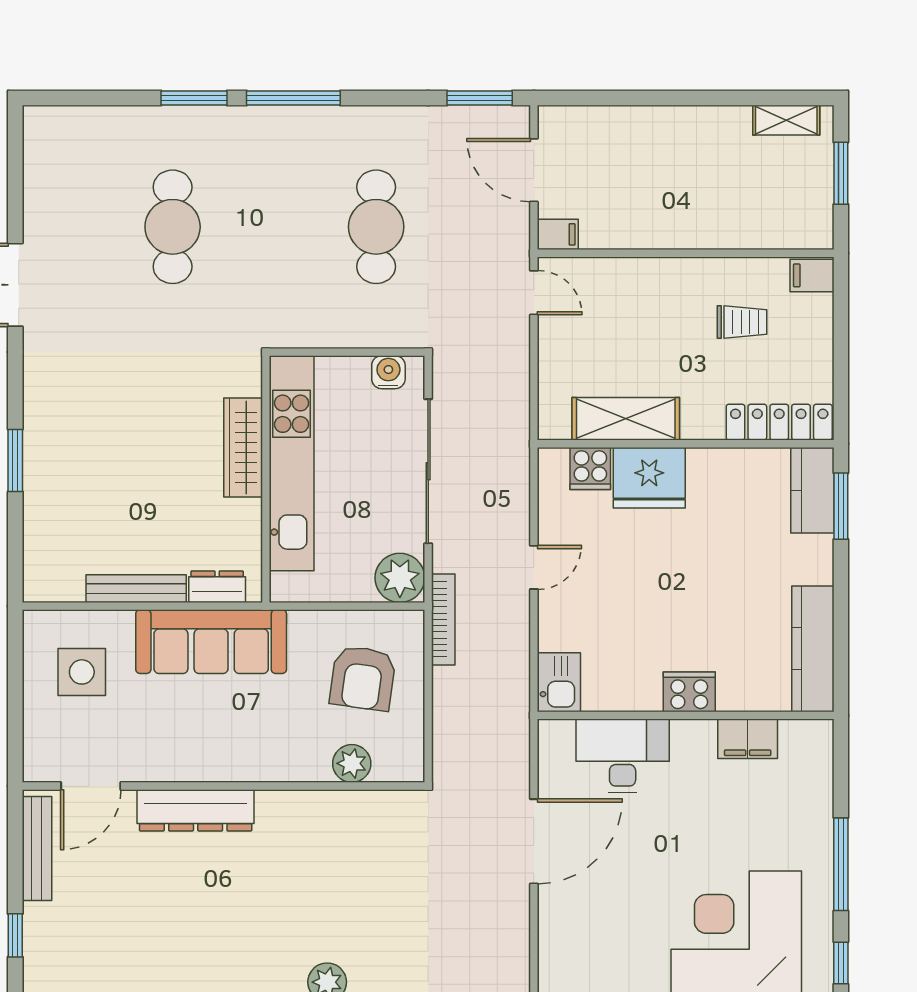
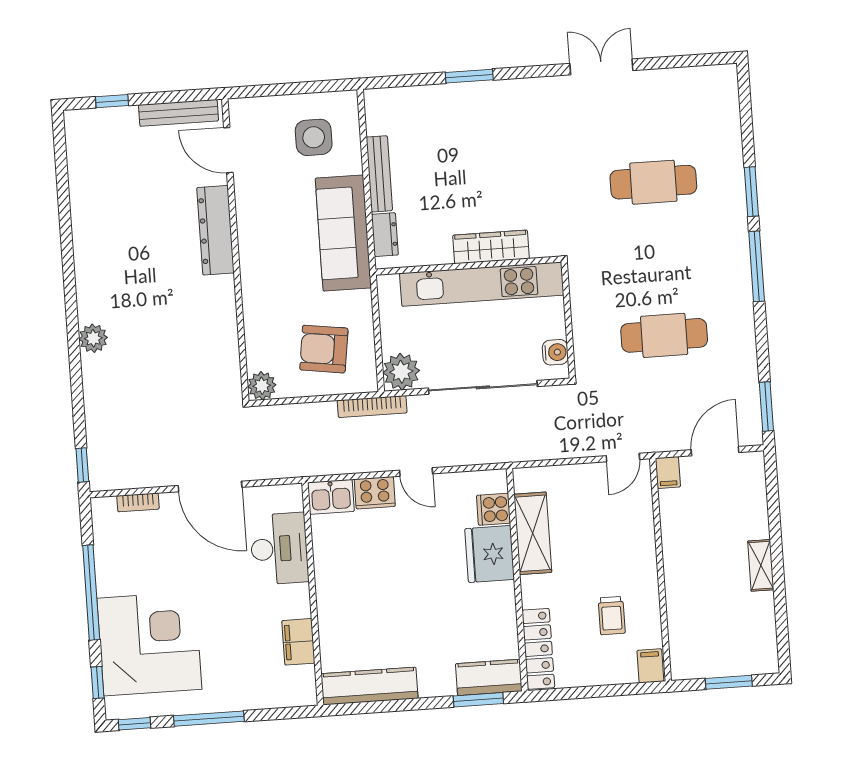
shelving: (786, 120) -> (761, 565), moved
cooker: (689, 692) -> (375, 493), moved, turned 90
plant: (352, 763) -> (262, 386), moved
bookcase: (548, 938) -> (138, 502), added

